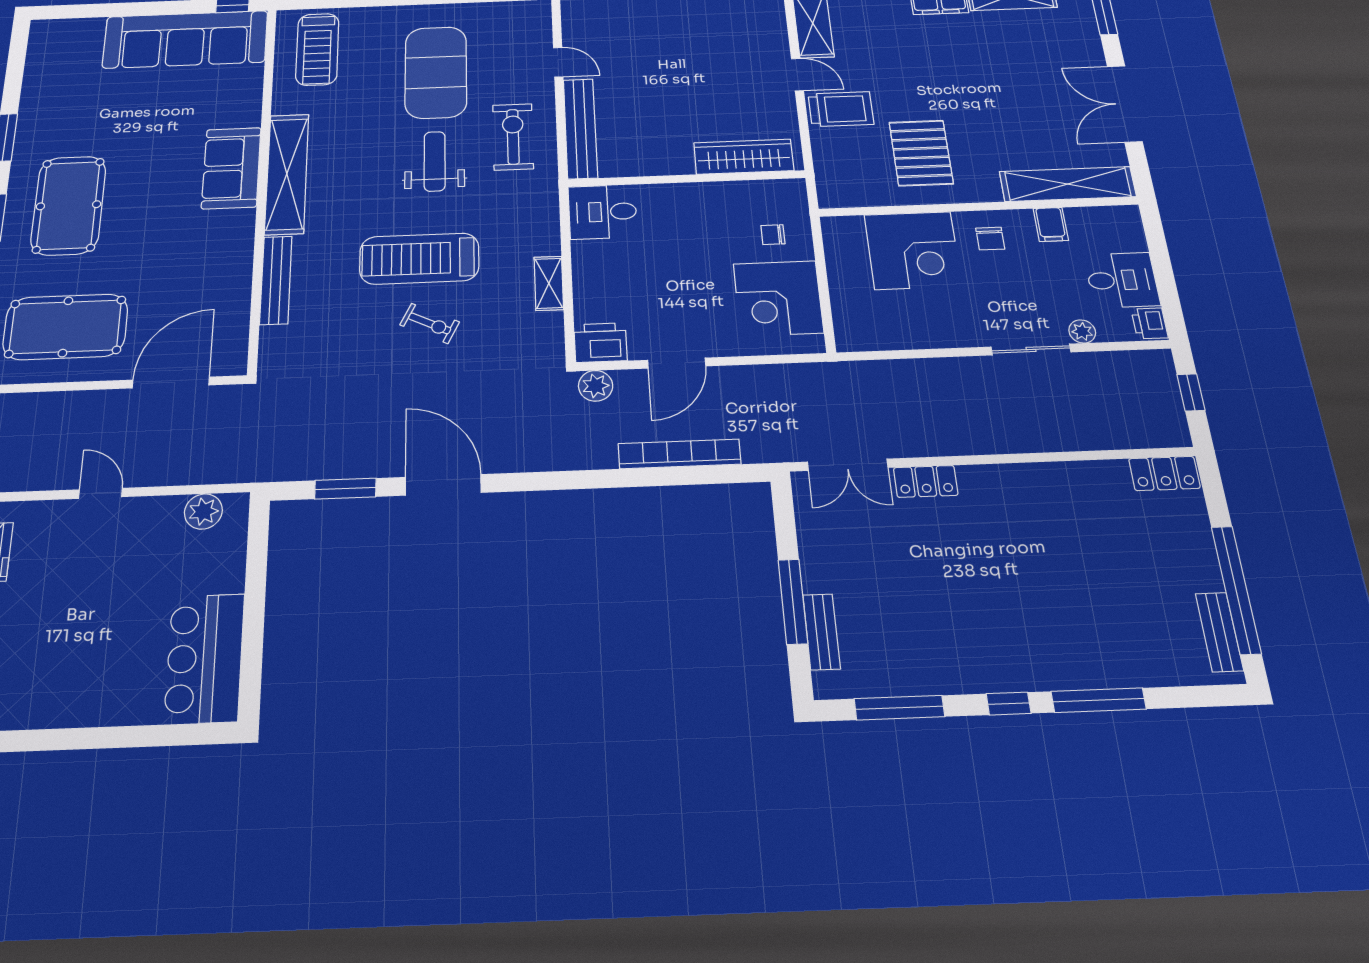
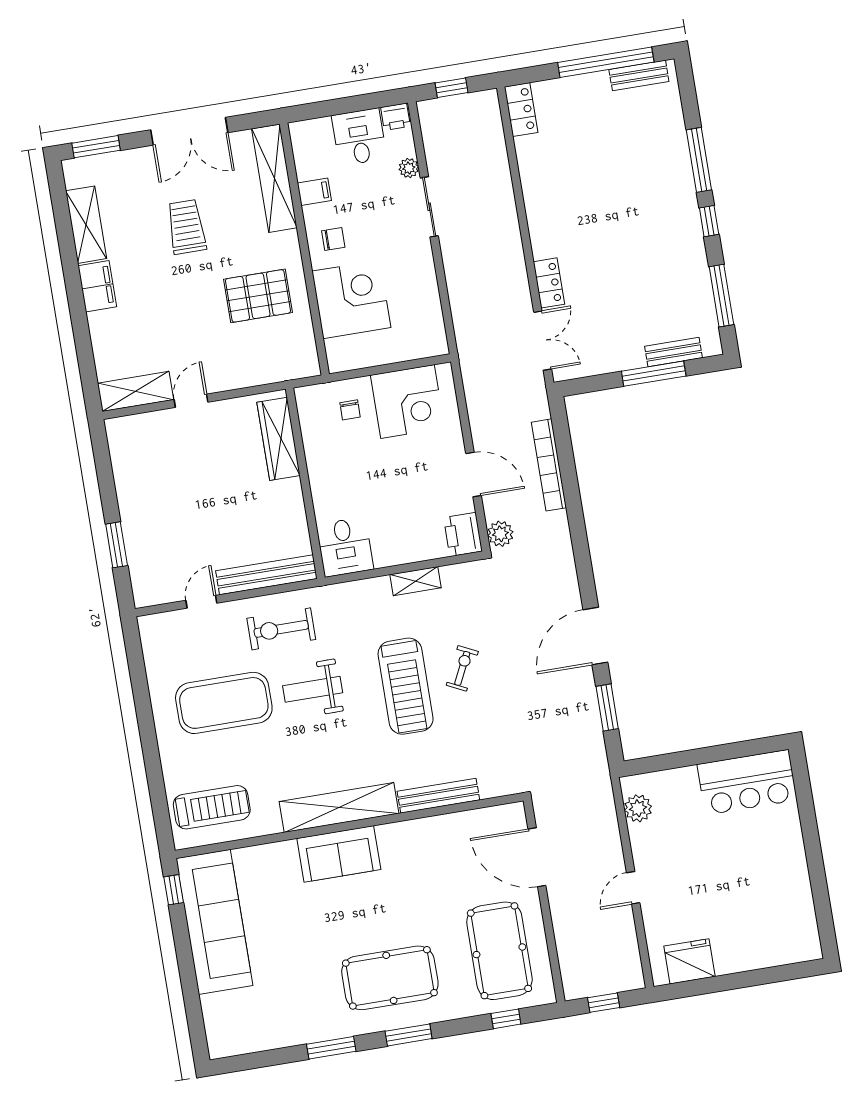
trolley: (841, 109) -> (186, 227), moved

